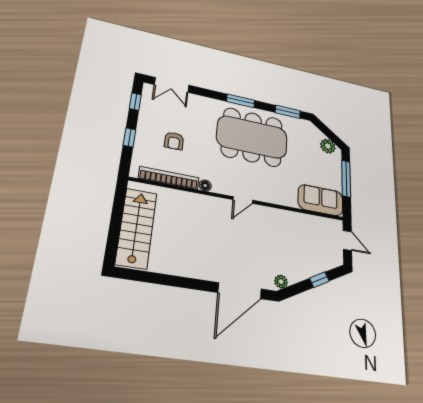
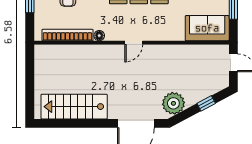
stairs: (136, 228) -> (74, 107), moved, turned -90
plant: (281, 282) -> (173, 103), width x1.87, depth x1.87

